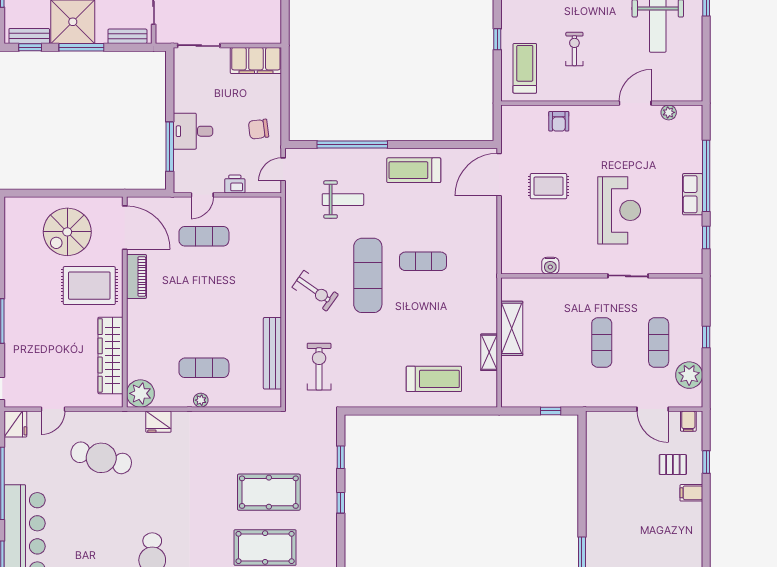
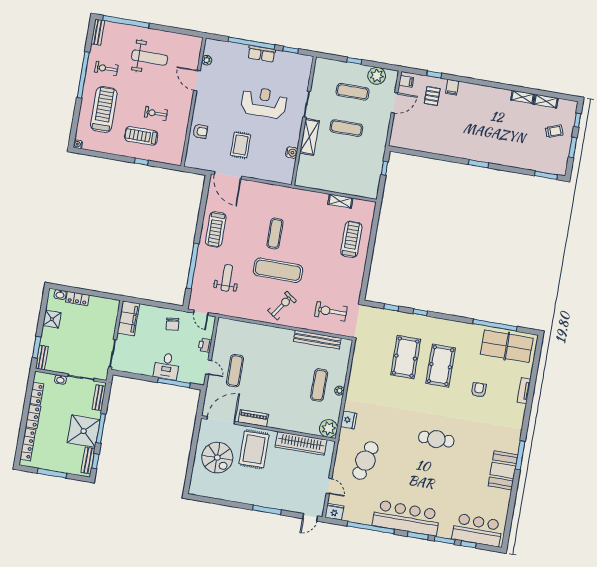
treadmill: (525, 68) -> (141, 136), moved
shelving: (512, 328) -> (309, 137), moved, turned 90

